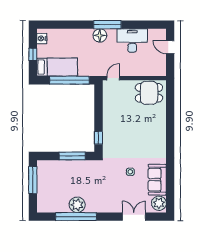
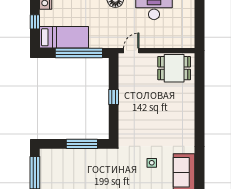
door: (170, 47) -> (200, 14), removed
window: (98, 138) -> (114, 97), moved

